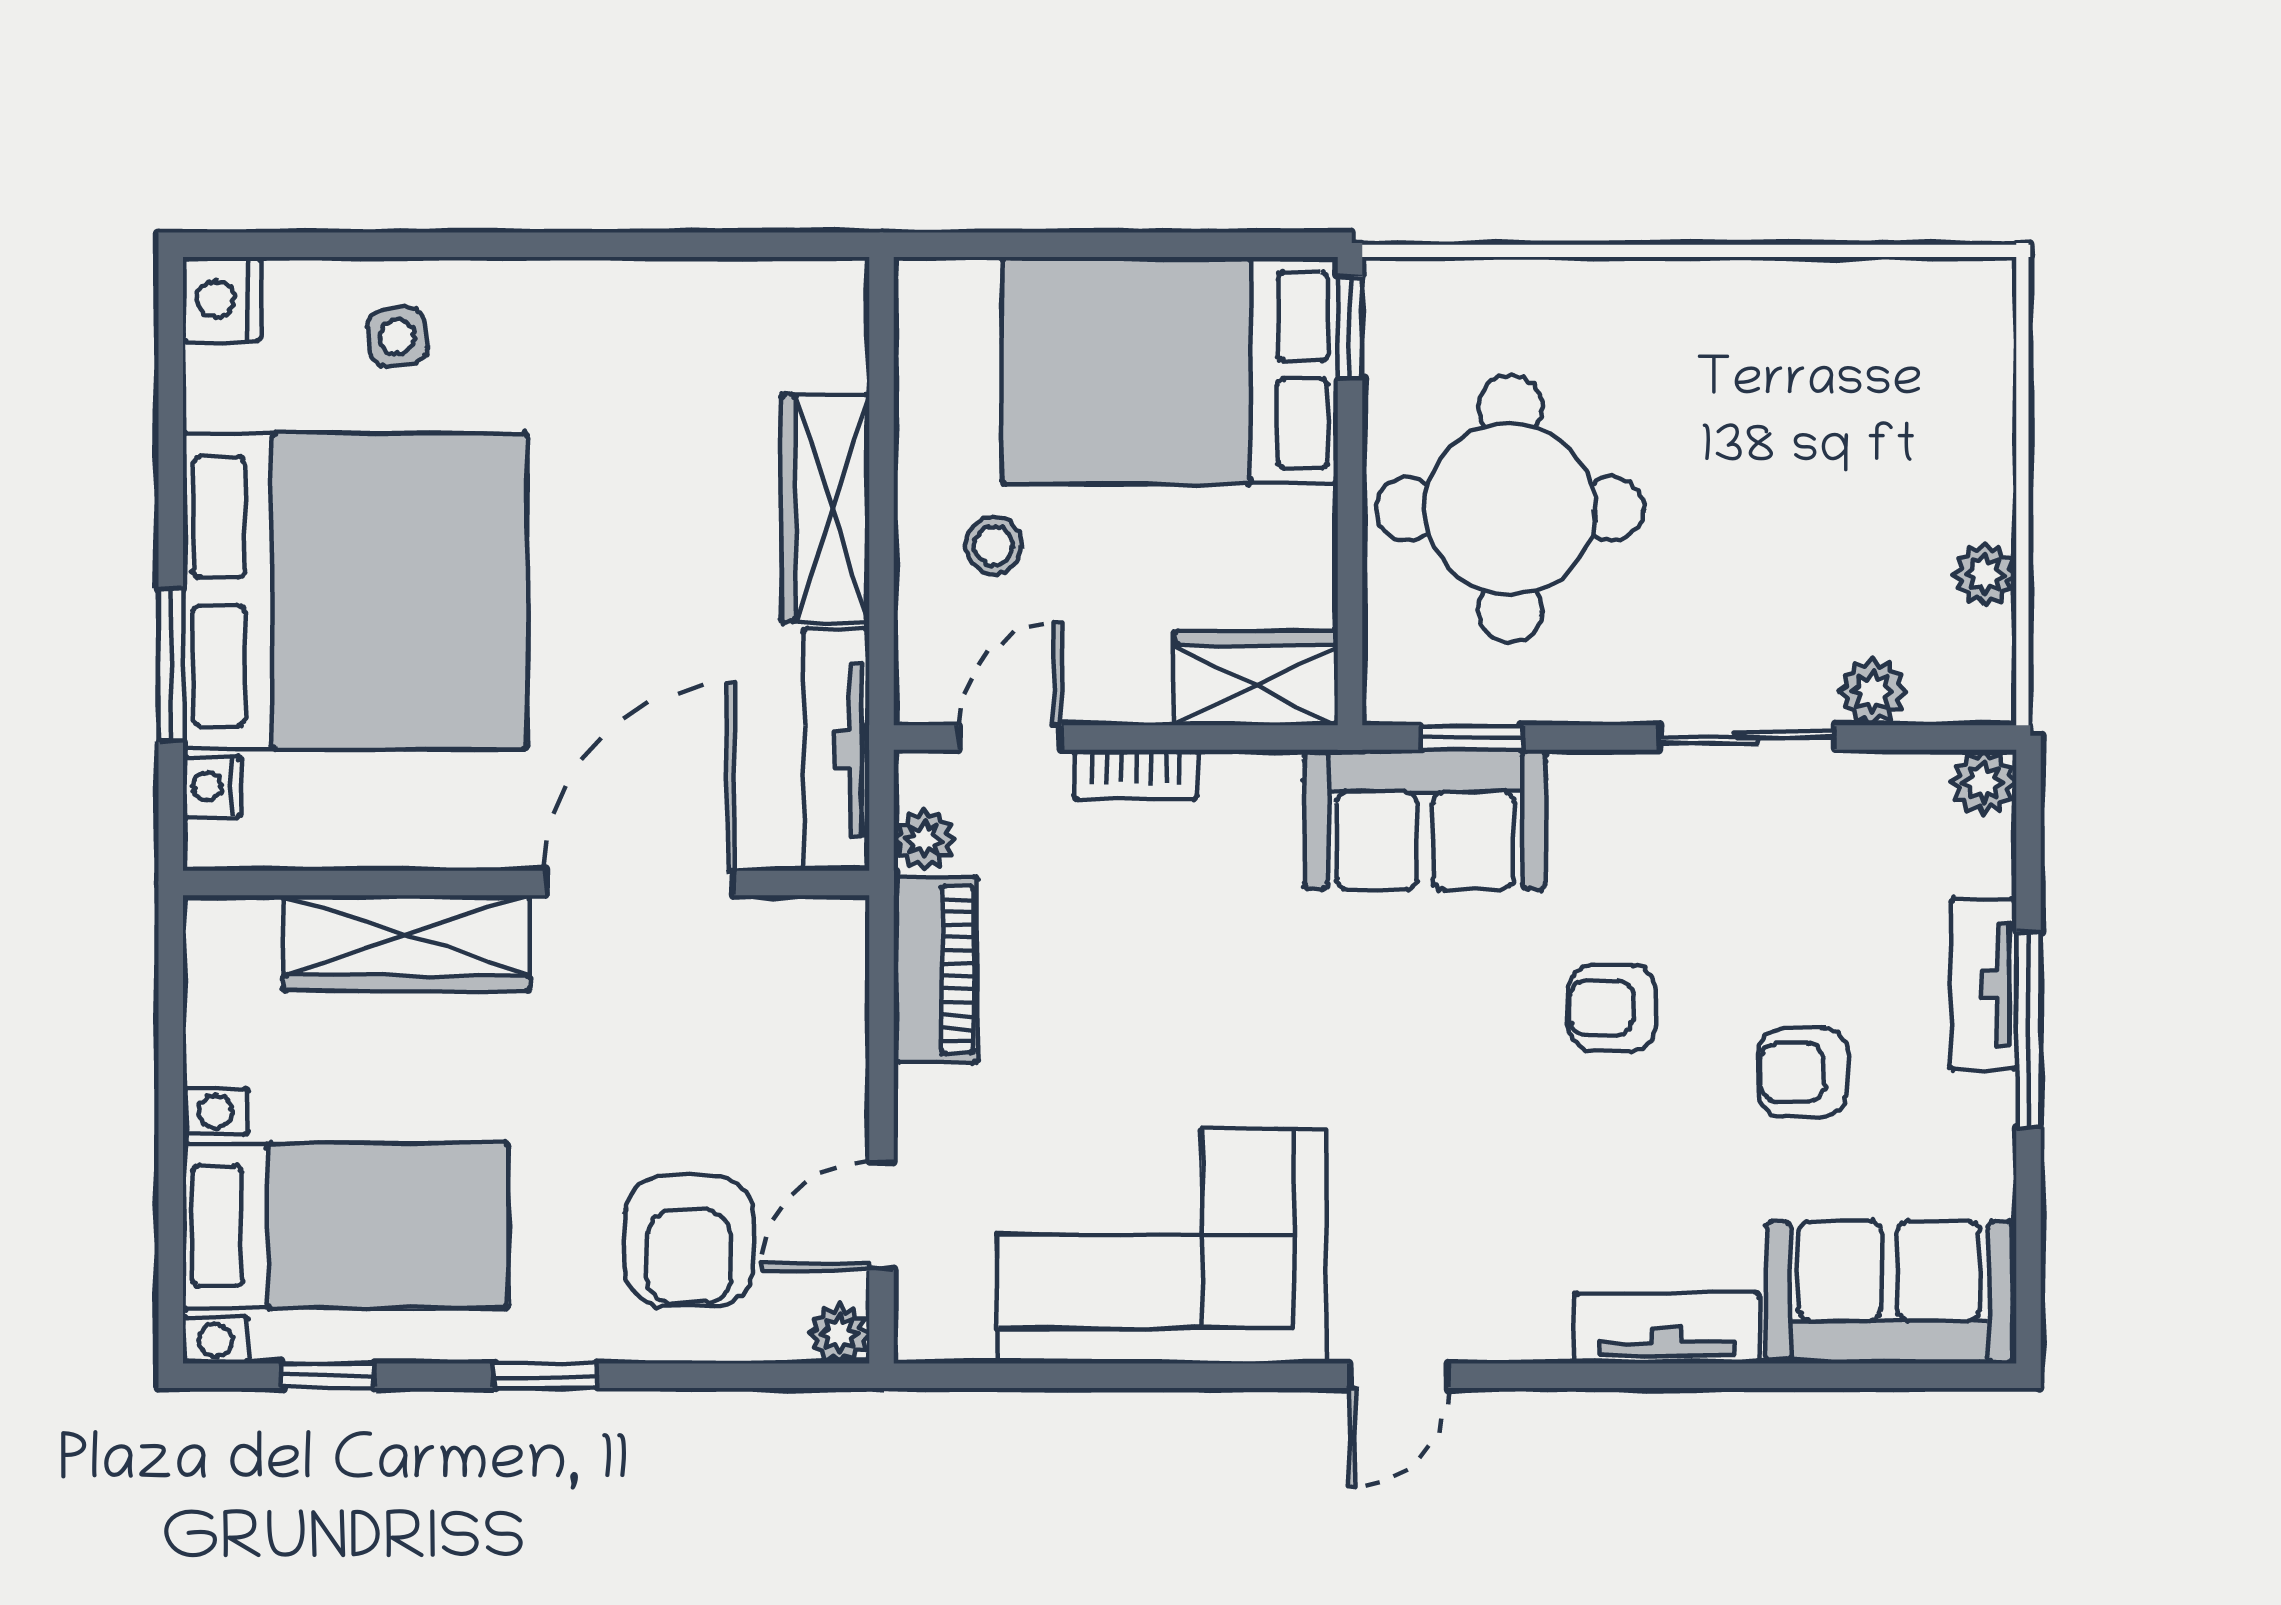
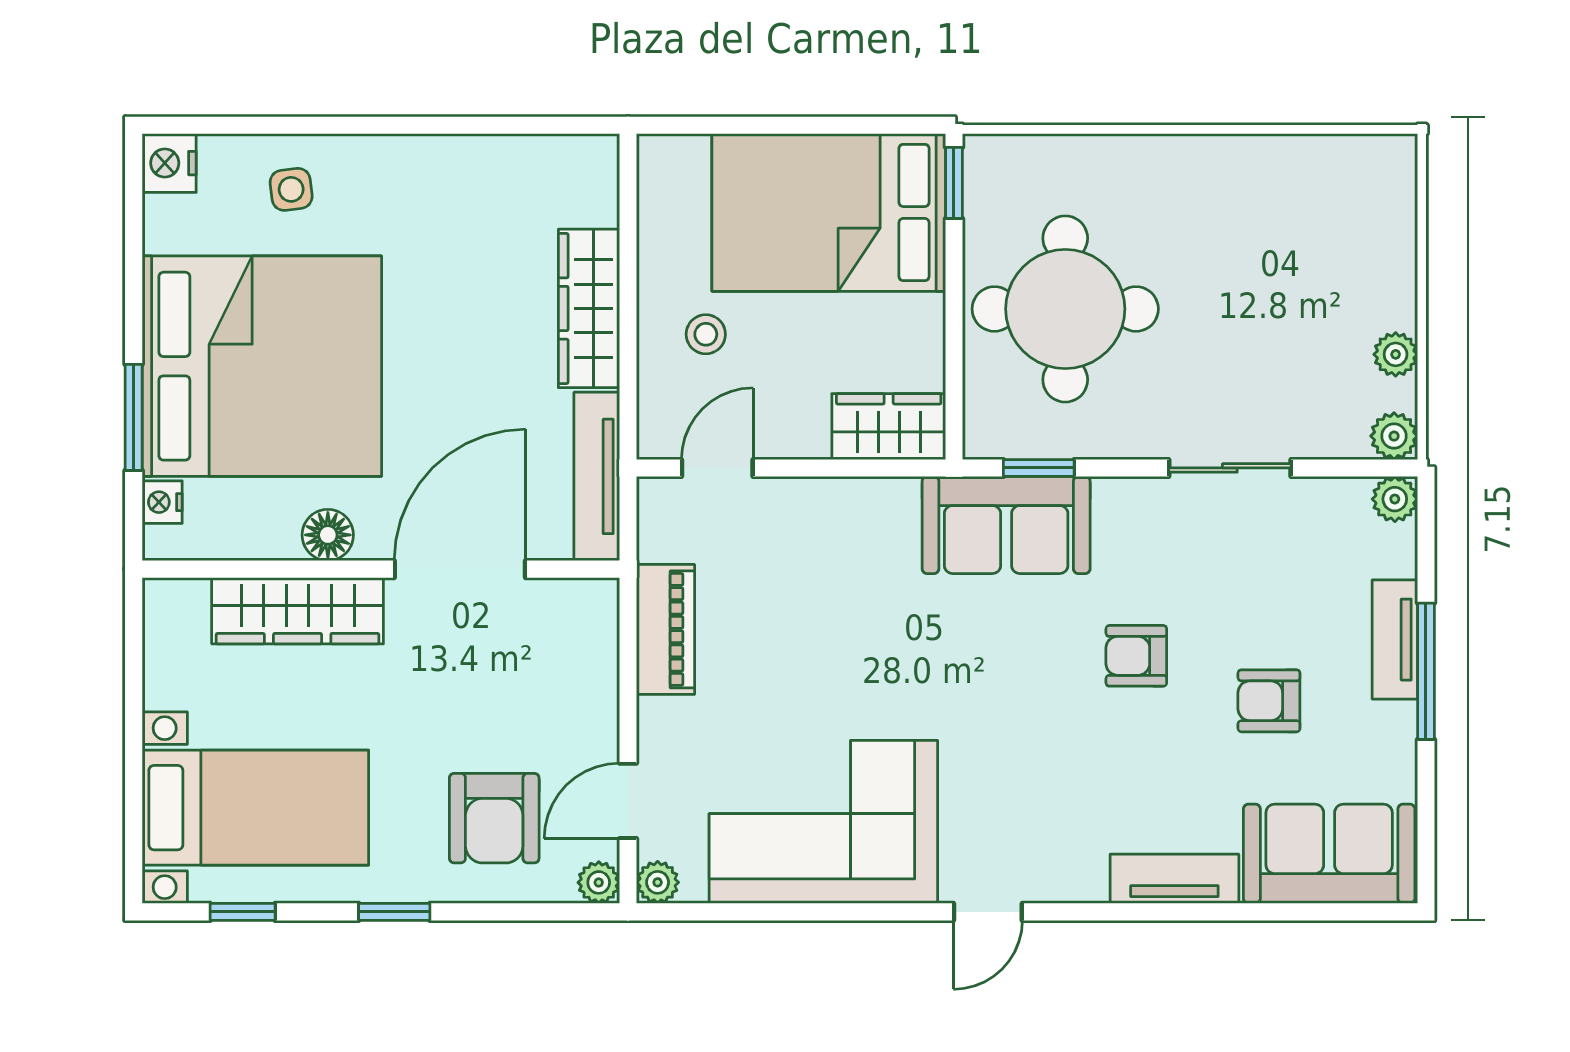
plant: (1872, 692) -> (1394, 436), moved
bookcase: (1136, 774) -> (805, 494), removed
floor lamp: (450, 834) -> (328, 535), added
plant: (924, 840) -> (658, 882), moved

